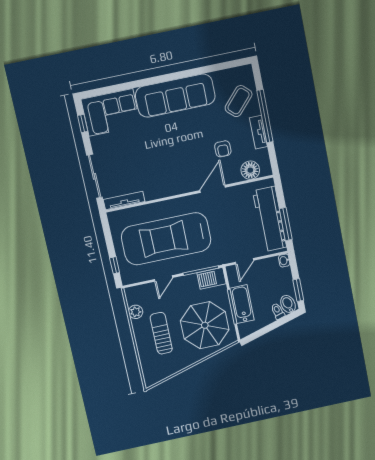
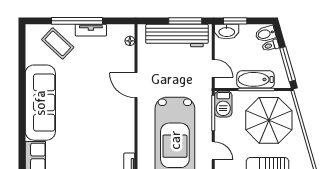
armchair: (223, 149) -> (100, 68), removed
floor lamp: (250, 170) -> (130, 41), width x0.53, depth x0.53
washbasin: (284, 261) -> (227, 32), width x1.91, depth x1.45
window: (298, 290) -> (235, 21), moved
window: (263, 331) -> (288, 64), added

